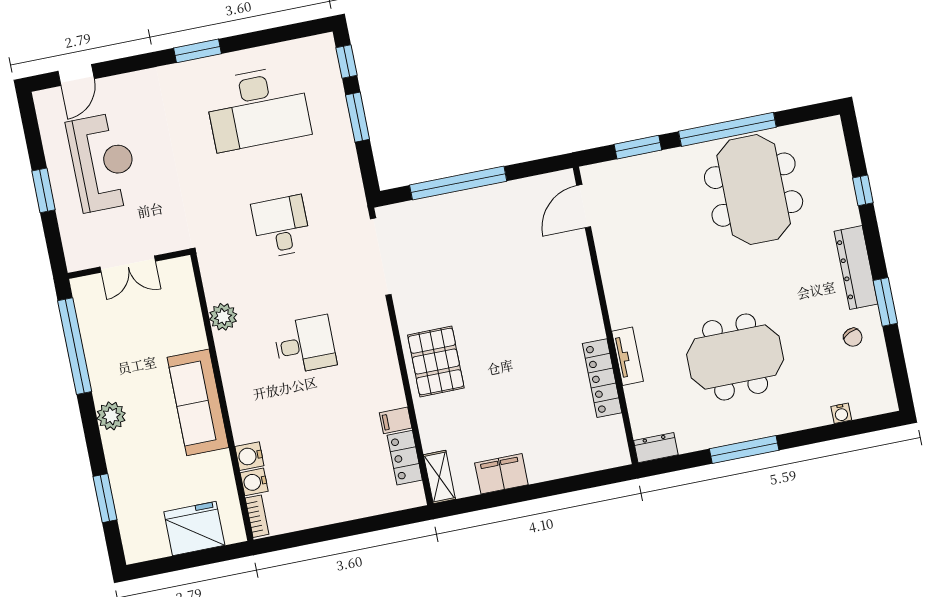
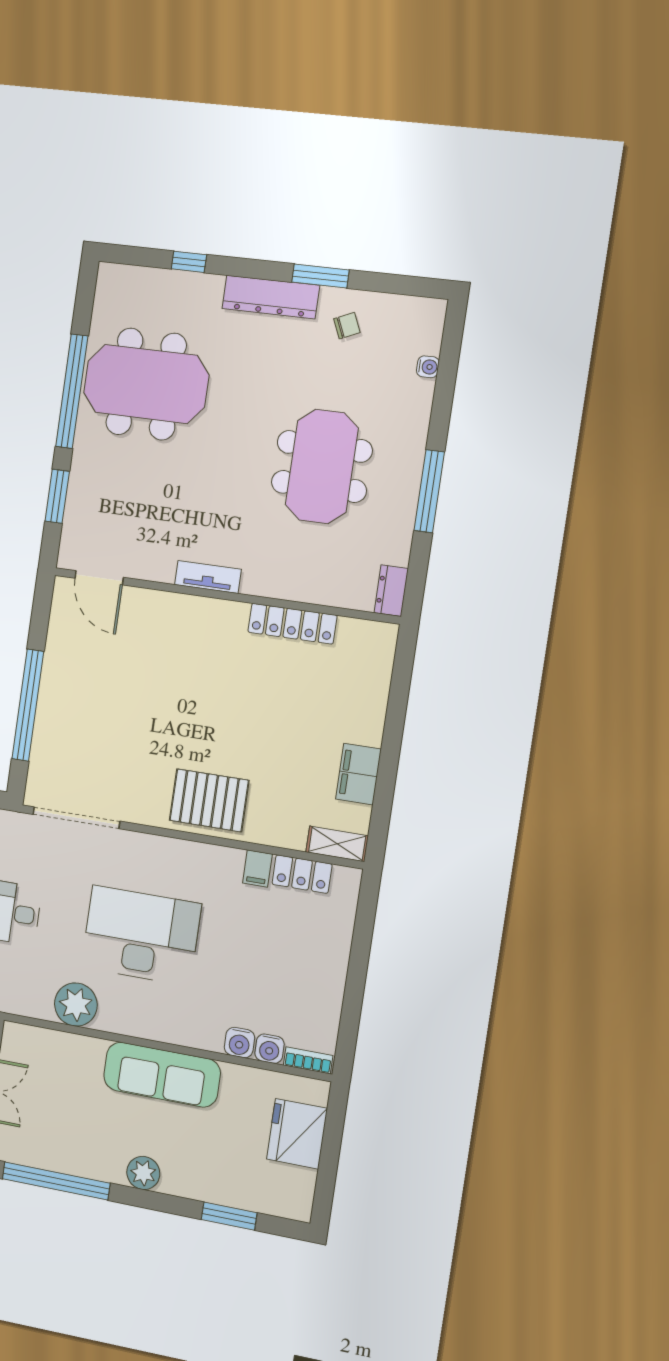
plant: (223, 317) -> (76, 1005), width x1.36, depth x1.36
desk: (305, 345) -> (141, 935), width x1.87, depth x1.30
tv unit: (628, 356) -> (208, 577), moved

